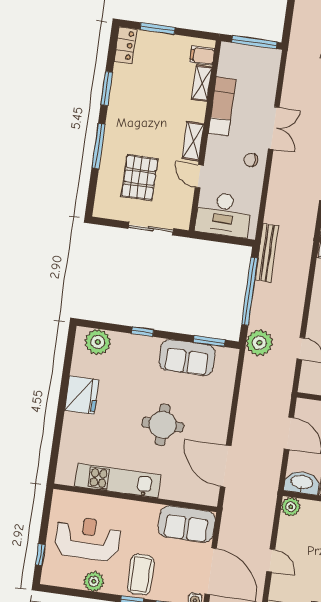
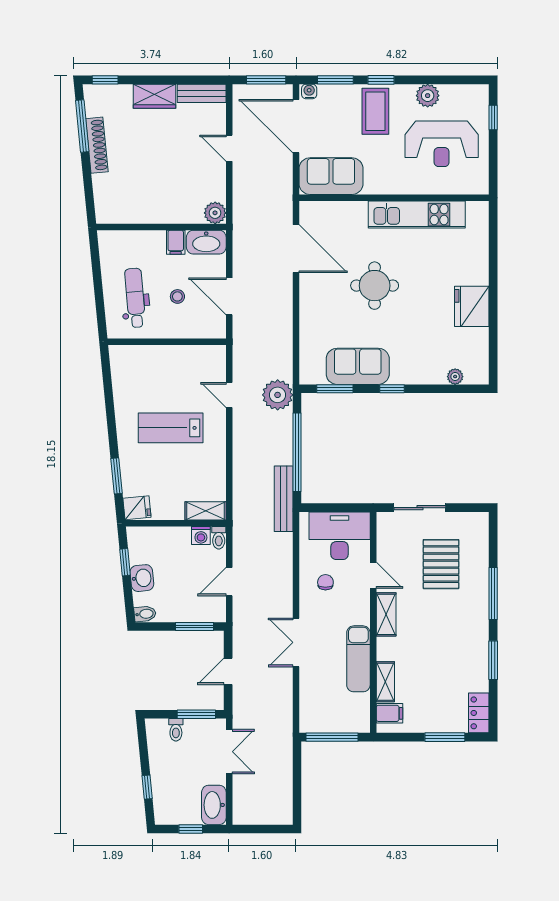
chair: (251, 160) -> (325, 582), moved, turned -90
window: (143, 332) -> (392, 389), moved
plant: (98, 342) -> (455, 377), width x0.53, depth x0.53

